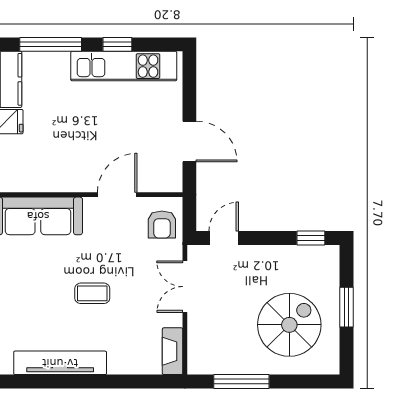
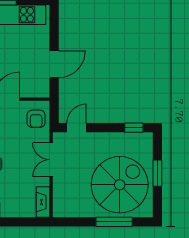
door: (189, 141) -> (54, 64), hinge flipped
spiral stairs: (289, 325) -> (120, 185), width x1.37, depth x1.37
window: (241, 382) -> (114, 222), moved

